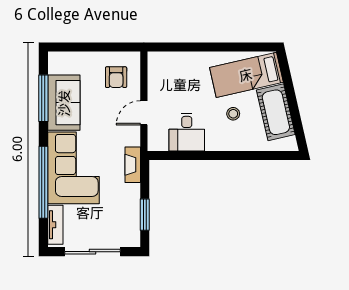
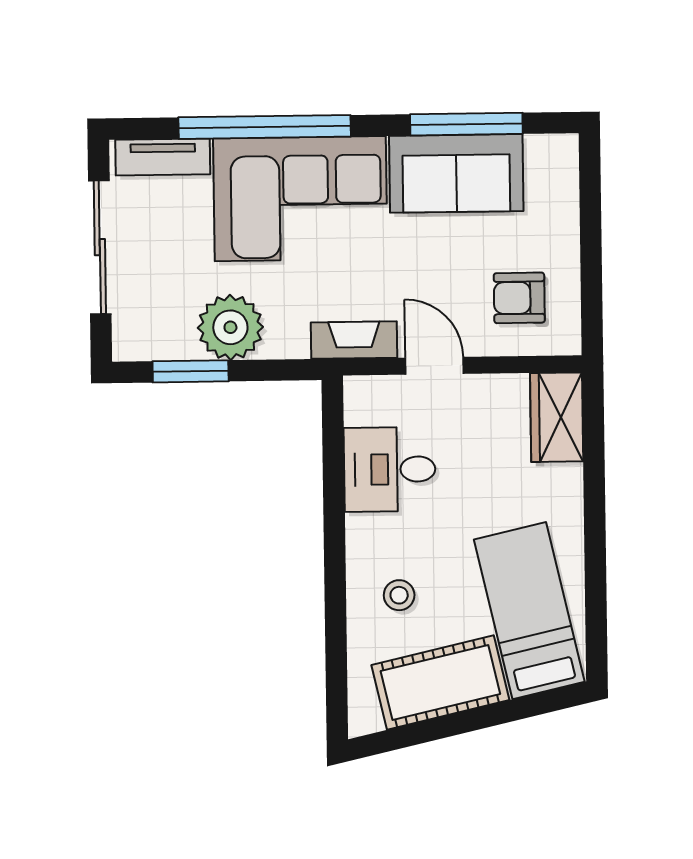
wardrobe: (166, 62) -> (557, 417), added
stool: (233, 114) -> (399, 595), moved
fireplace: (133, 165) -> (354, 340), moved
plant: (127, 198) -> (230, 327), added

